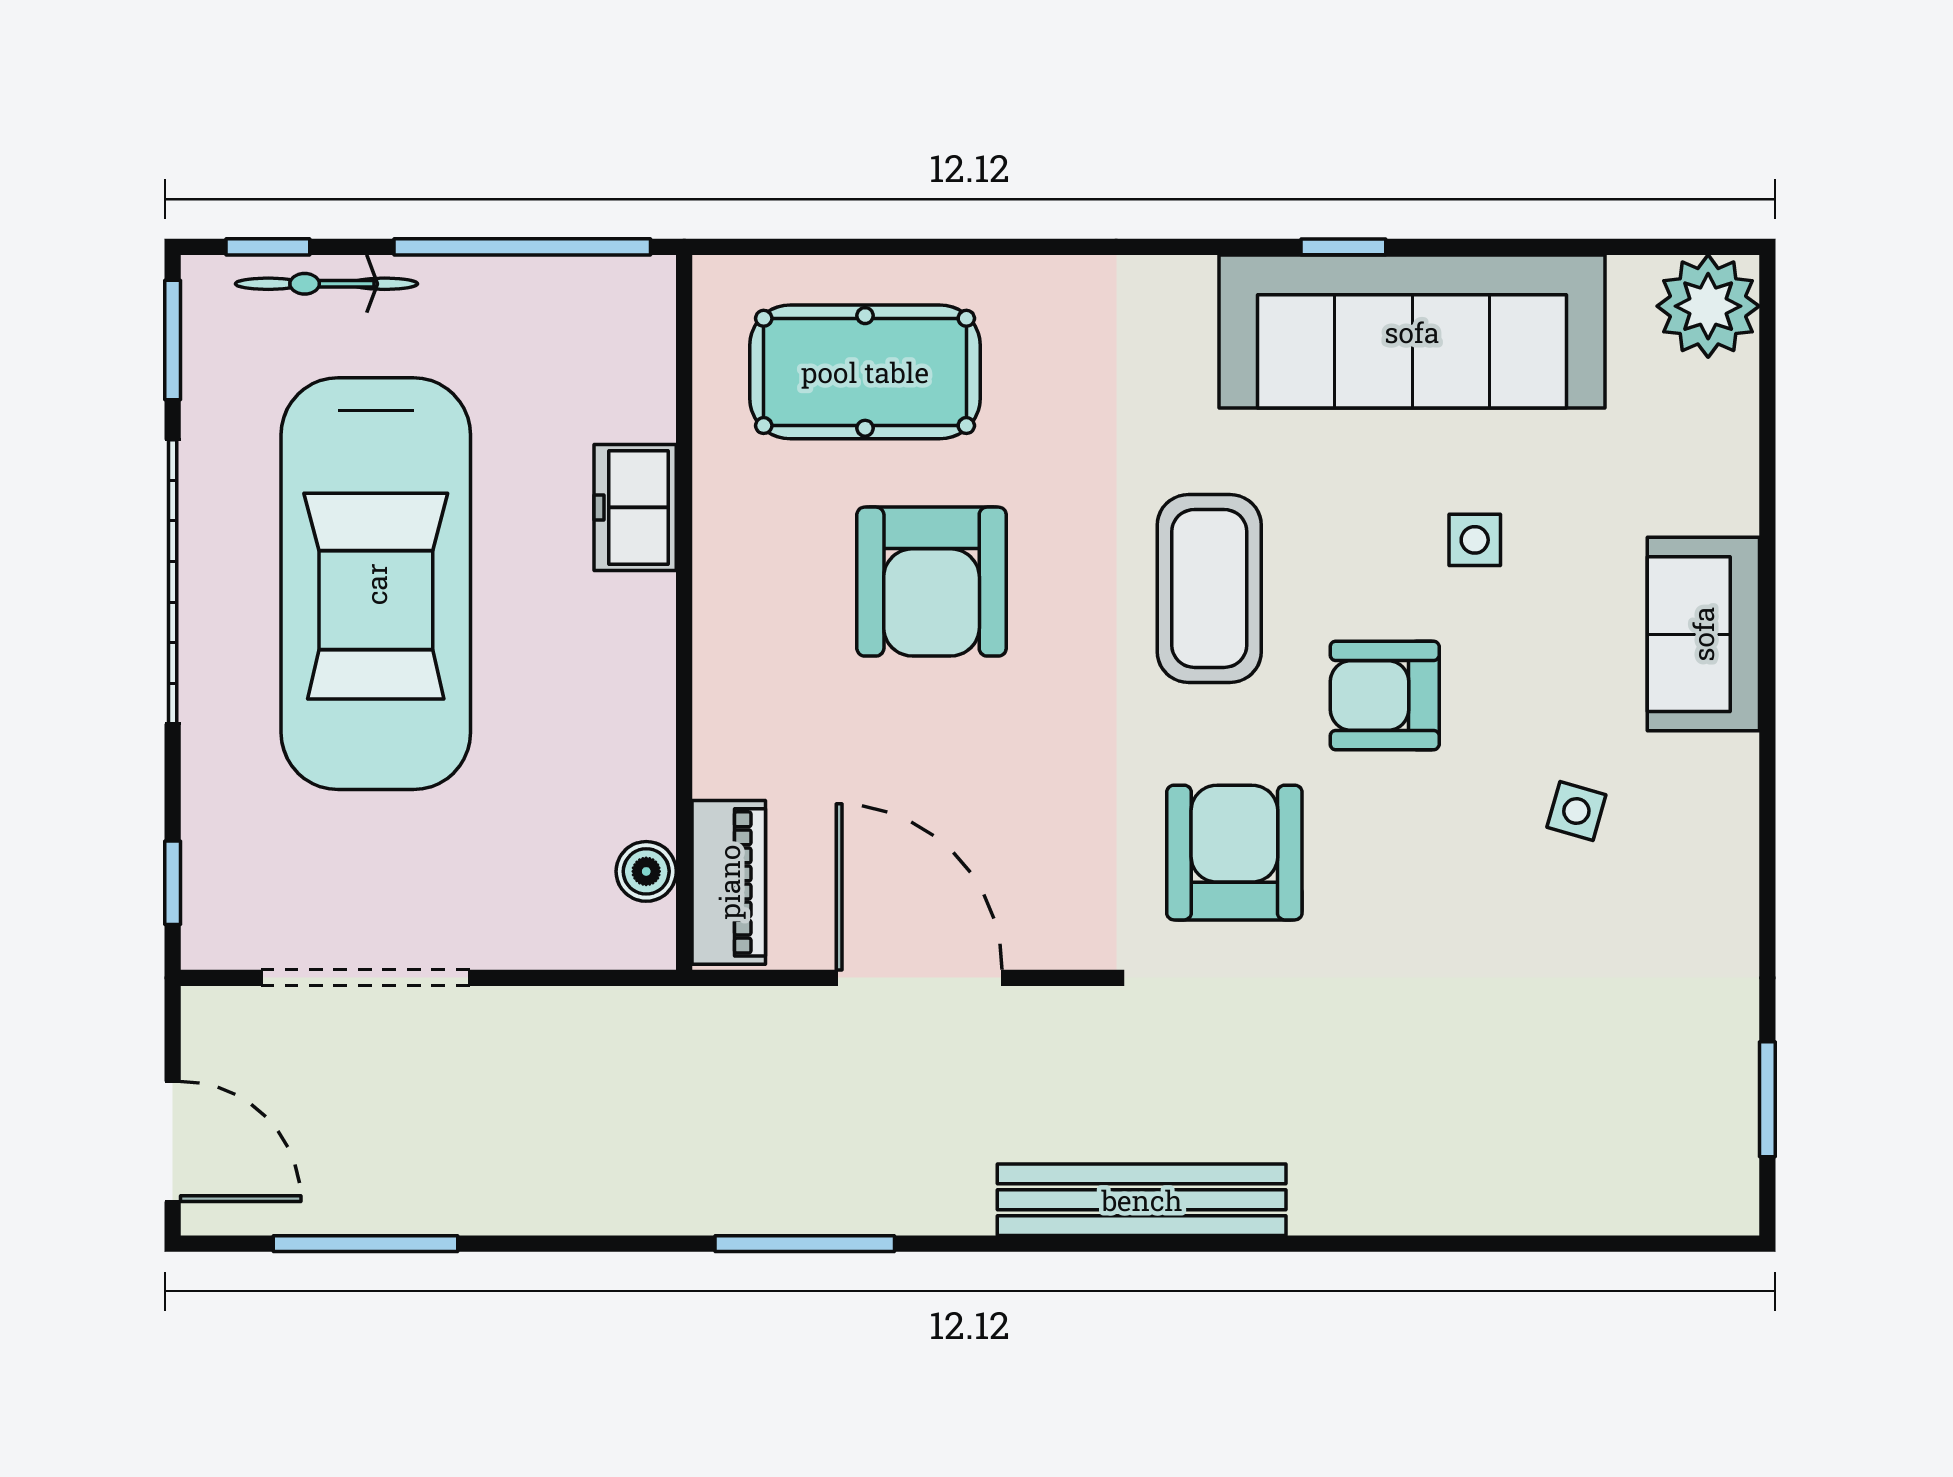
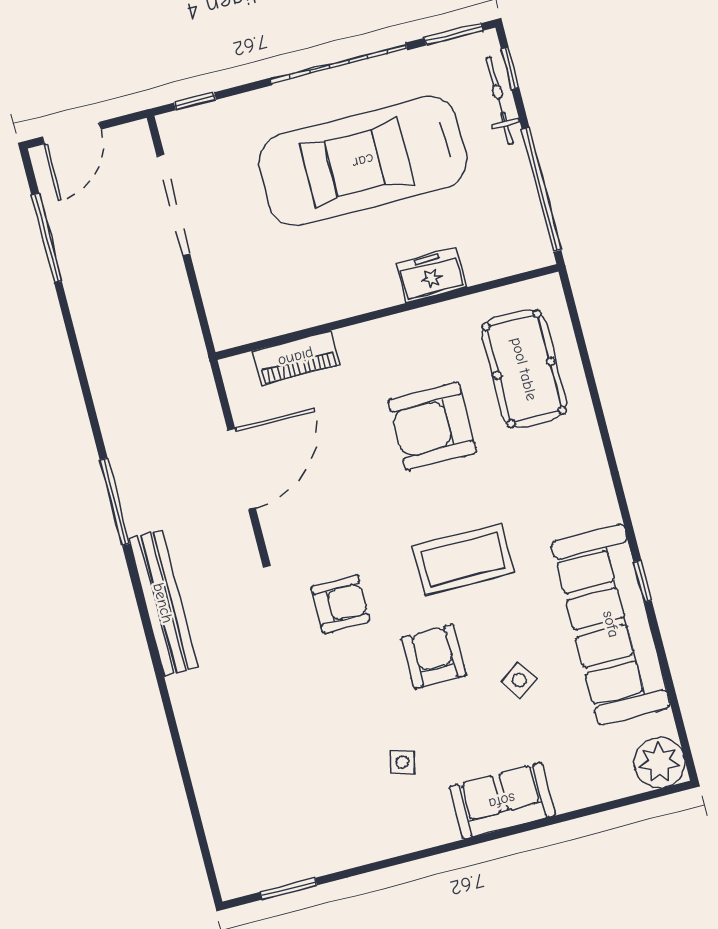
side table: (1475, 540) -> (519, 680), turned -35
armchair: (1234, 853) -> (340, 604), width x0.73, depth x0.73
boiler: (646, 871) -> (259, 326), removed
piano: (729, 882) -> (296, 358), moved
window: (805, 1244) -> (115, 502), moved

